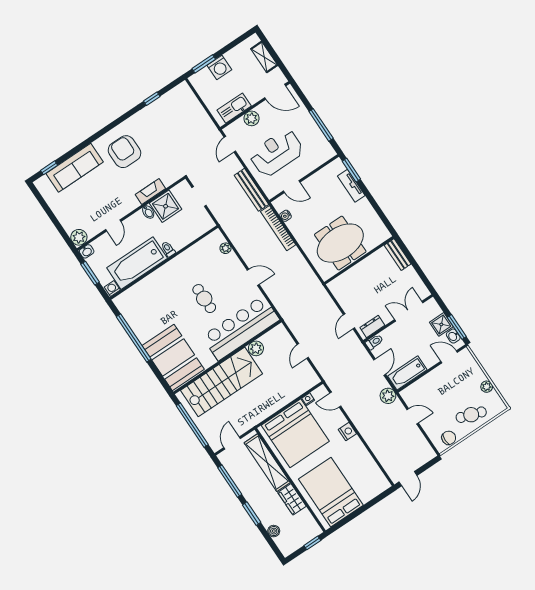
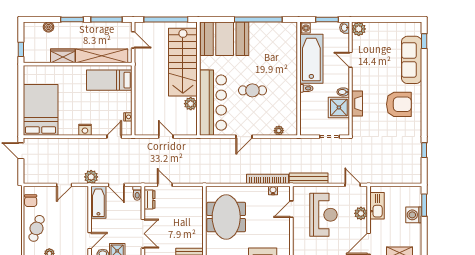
bed: (295, 433) -> (109, 80), width x0.49
bed: (331, 492) -> (41, 110), moved, turned -90

